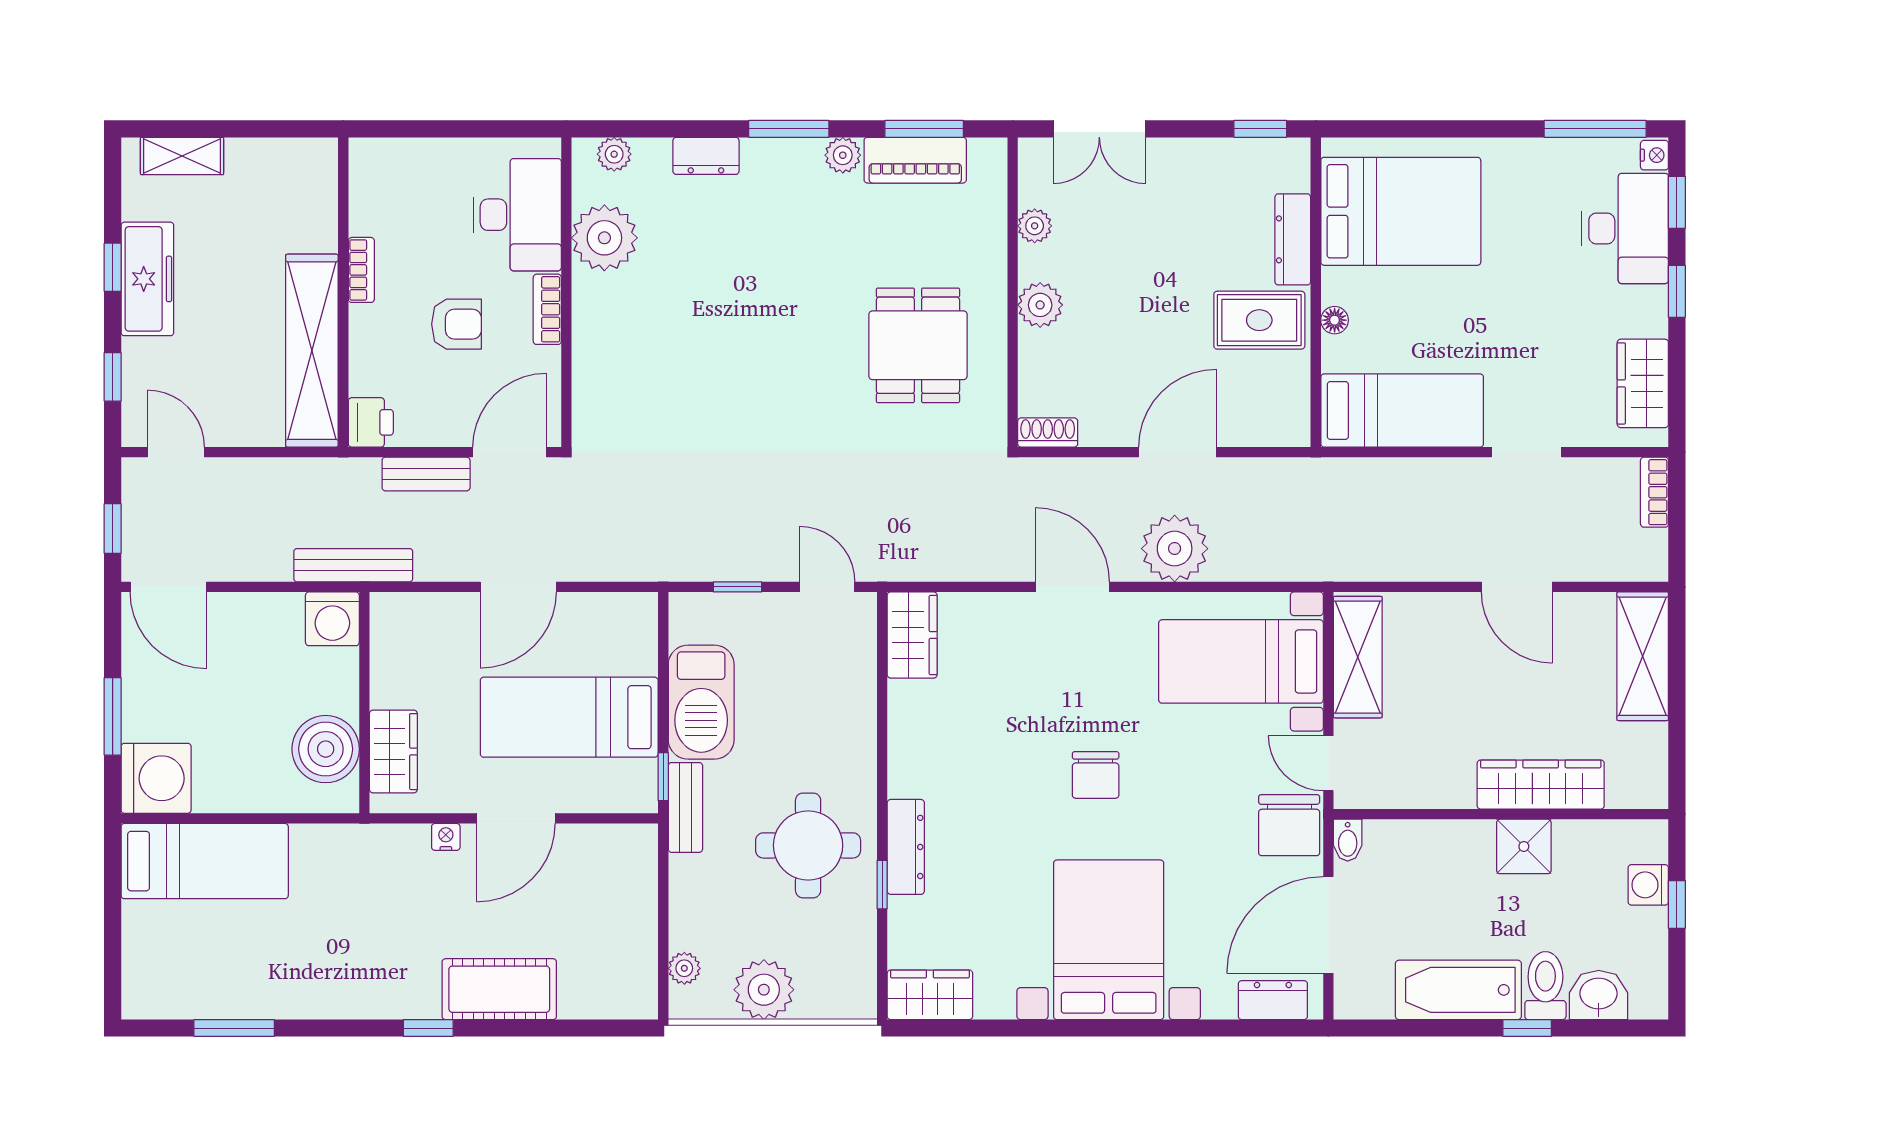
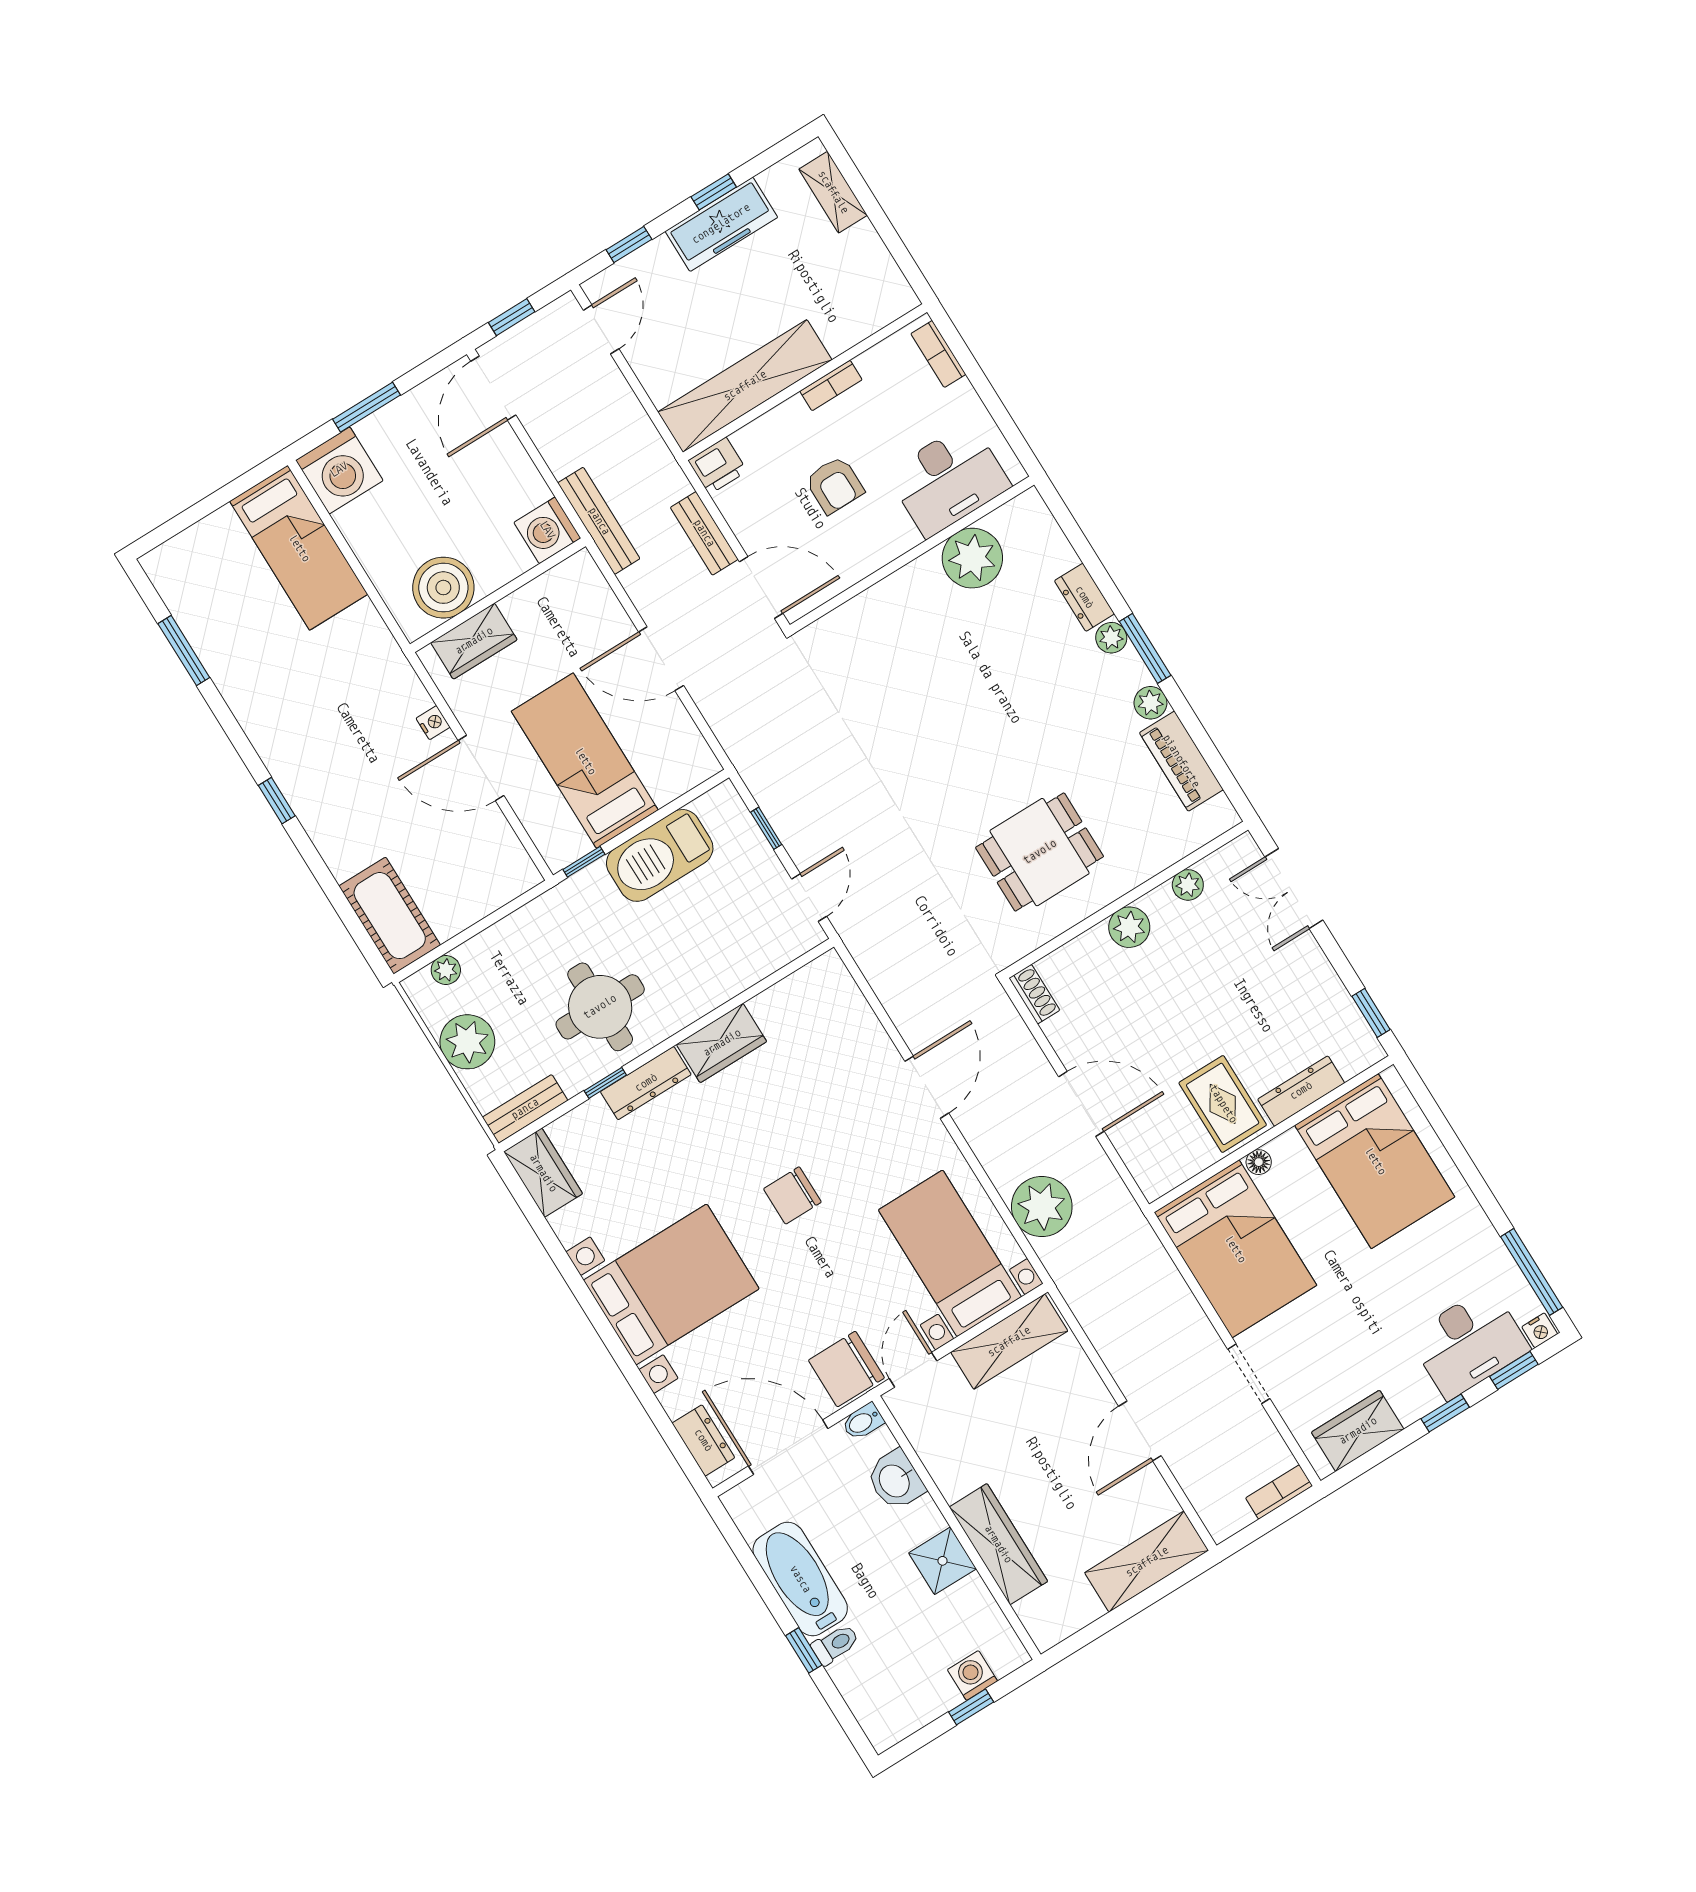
window: (924, 129) -> (1210, 753), removed
plant: (614, 154) -> (1111, 638), moved
bookcase: (547, 309) -> (938, 354), moved, turned -90
bed: (1402, 410) -> (1235, 1249), width x1.50
plant: (1175, 549) -> (1042, 1207), moved
wardrobe: (912, 635) -> (722, 1043), moved
bench: (685, 807) -> (525, 1109), moved
toilet: (1545, 986) -> (835, 1644), width x0.73, depth x0.72
cot: (499, 989) -> (390, 916), moved
washbasin: (1599, 995) -> (895, 1480), moved, turned 180

